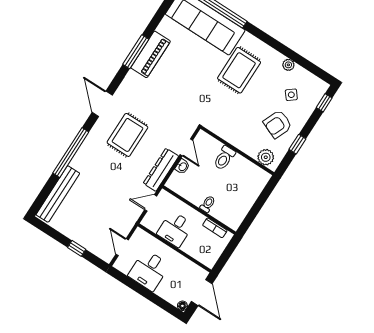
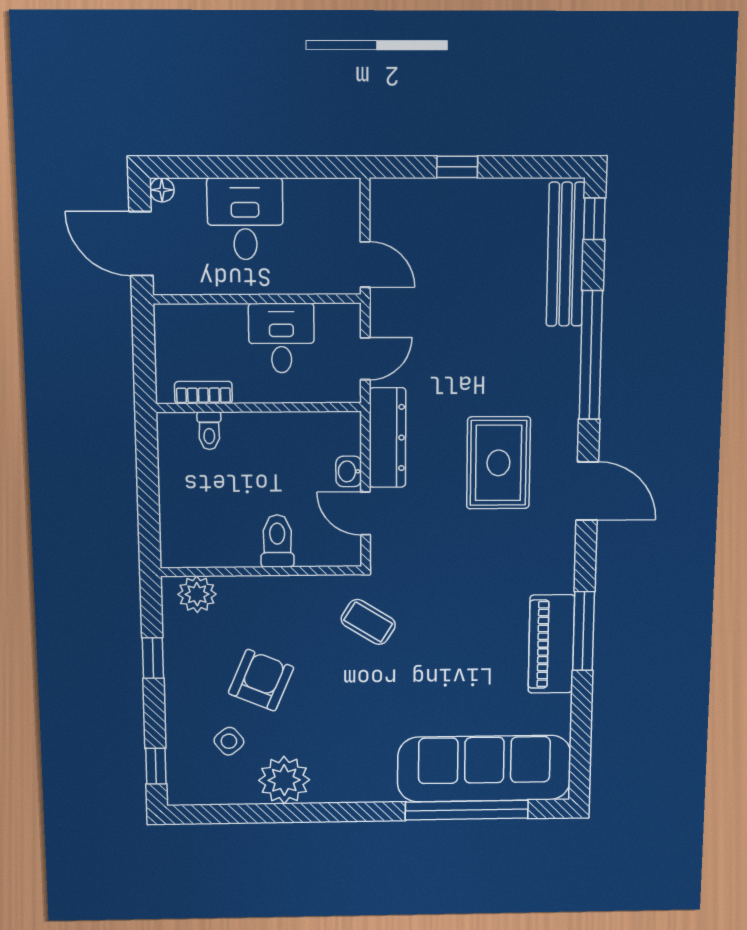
plant: (288, 65) -> (284, 780), width x1.88, depth x1.88
rug: (239, 70) -> (360, 723), removed
coffee table: (211, 107) -> (368, 622), added
armchair: (278, 124) -> (261, 680), moved
window: (40, 200) -> (594, 219), added
toilet: (208, 204) -> (209, 431), moved
door: (122, 247) -> (365, 264), moved
desk: (149, 270) -> (245, 219), moved

